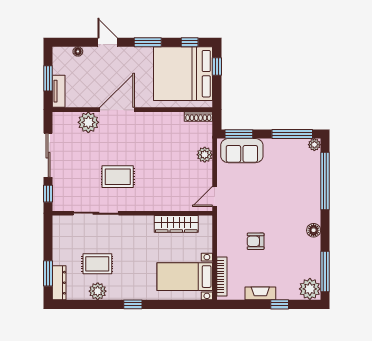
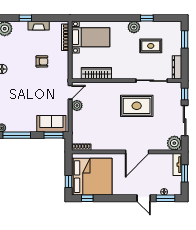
window: (148, 42) -> (166, 198), moved
plant: (88, 122) -> (174, 143), moved
plant: (205, 155) -> (77, 105), moved
rug: (118, 177) -> (137, 106), width x1.36, depth x1.43
dresser: (59, 283) -> (177, 67), moved
plant: (98, 291) -> (134, 27), moved
window: (133, 304) -> (147, 18), moved

